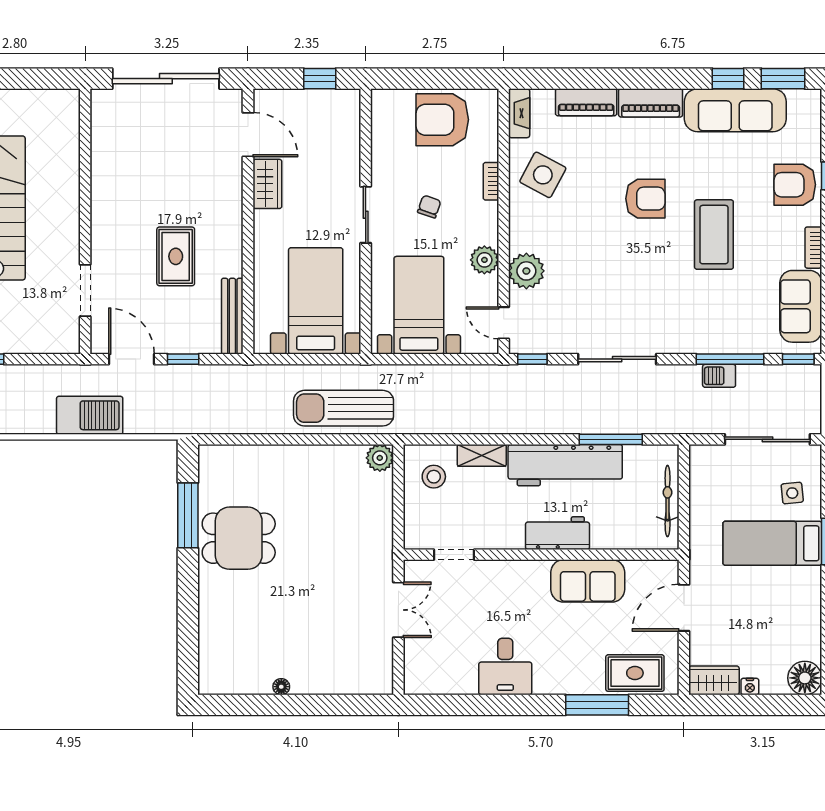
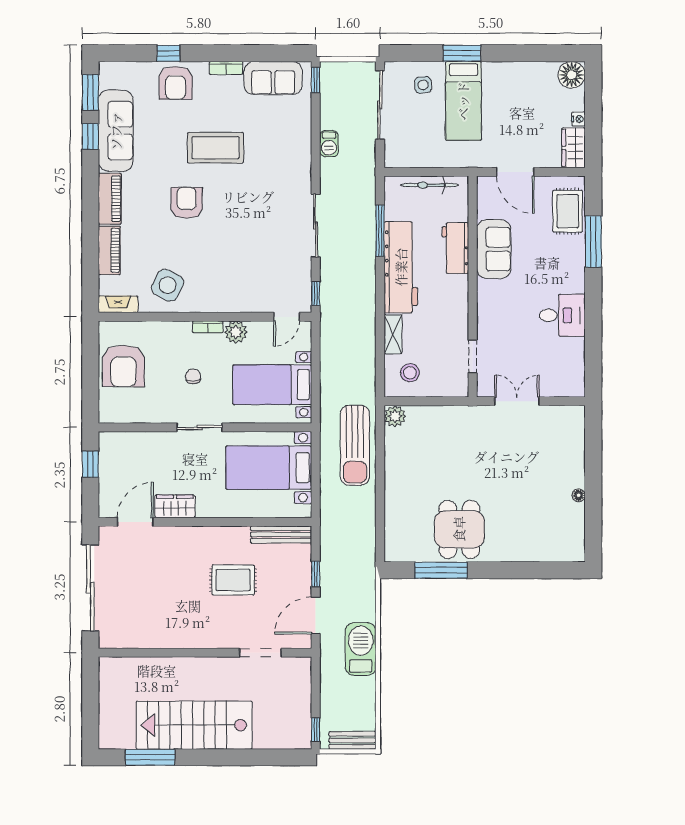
bookcase: (491, 181) -> (208, 327), moved
chair: (429, 207) -> (193, 376), turned 67
plant: (526, 271) -> (245, 298), removed
window: (730, 359) -> (316, 135), removed
workbench: (557, 533) -> (455, 248), moved

